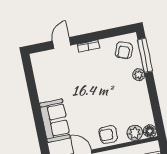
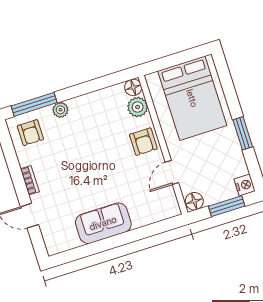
armchair: (124, 50) -> (30, 133), turned 69
sofa: (55, 121) -> (103, 223), moved

